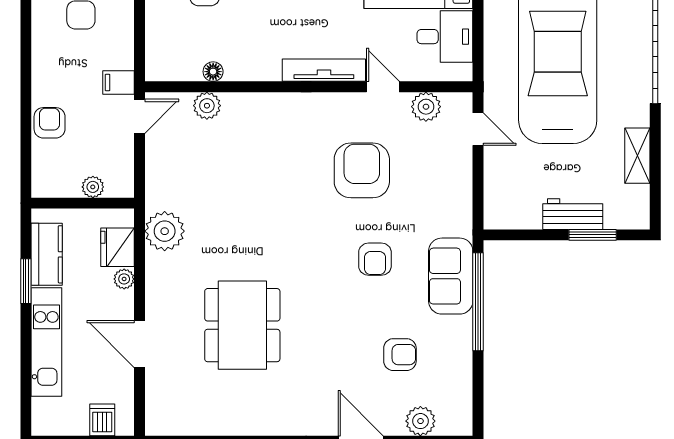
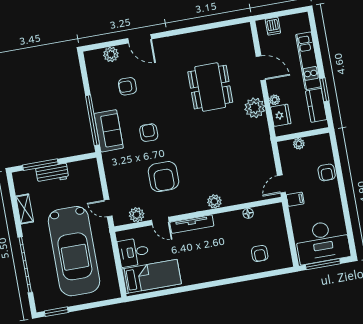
plant: (207, 106) -> (214, 201), moved
plant: (165, 231) -> (255, 108), moved
window: (593, 235) -> (40, 165), width x1.44

